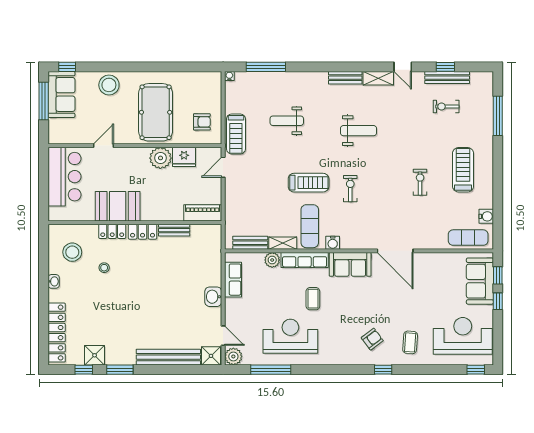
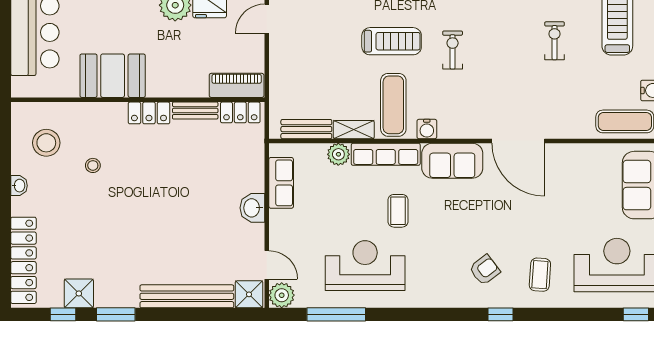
locker: (112, 231) -> (240, 112), moved

